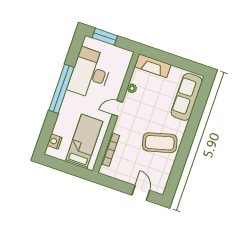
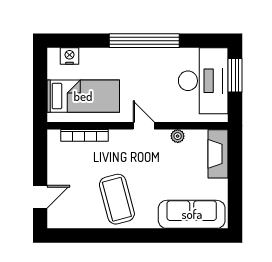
desk: (90, 73) -> (203, 81), moved, turned 90

